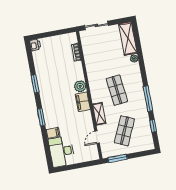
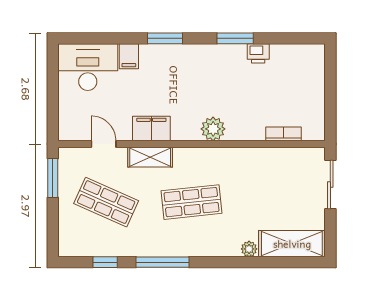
printer: (35, 45) -> (258, 53), moved
filing cabinet: (83, 102) -> (151, 128), moved

